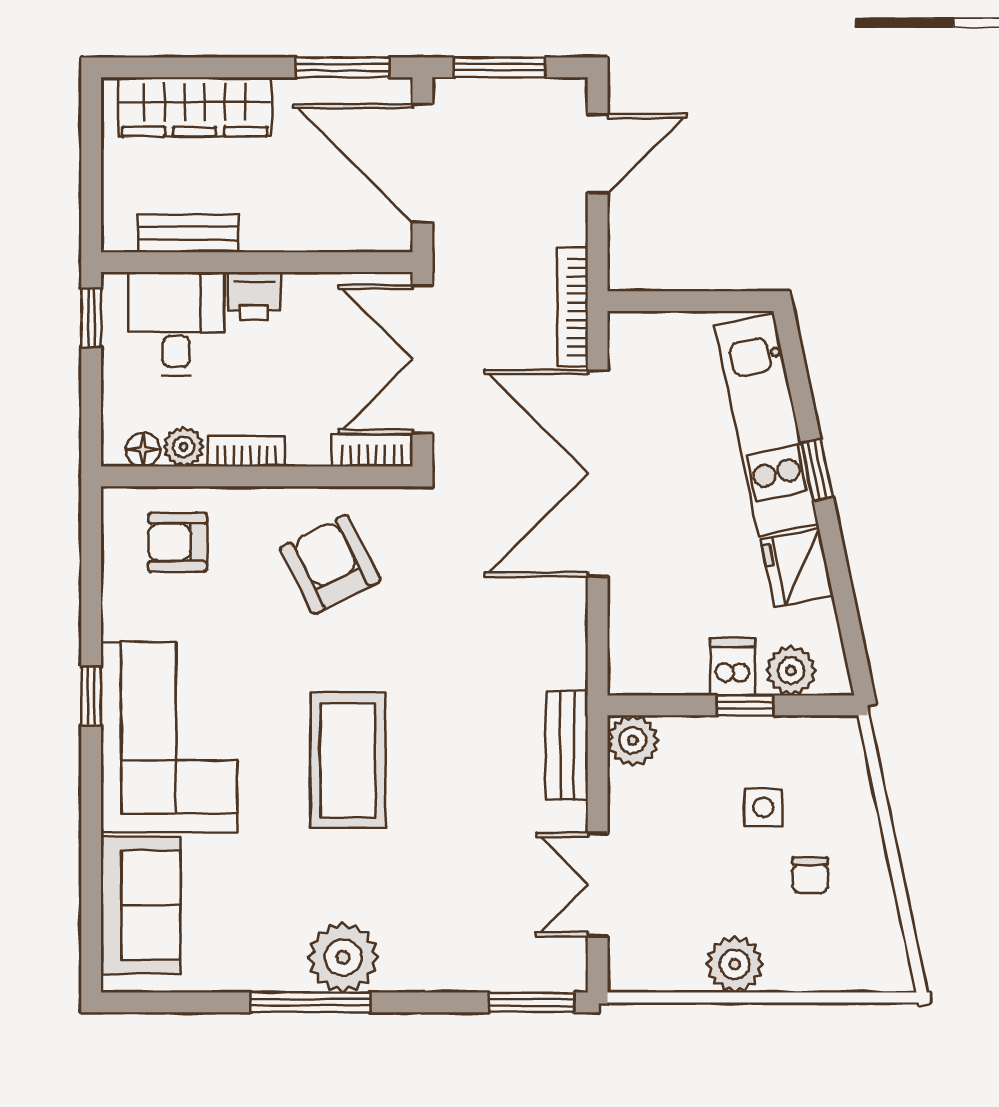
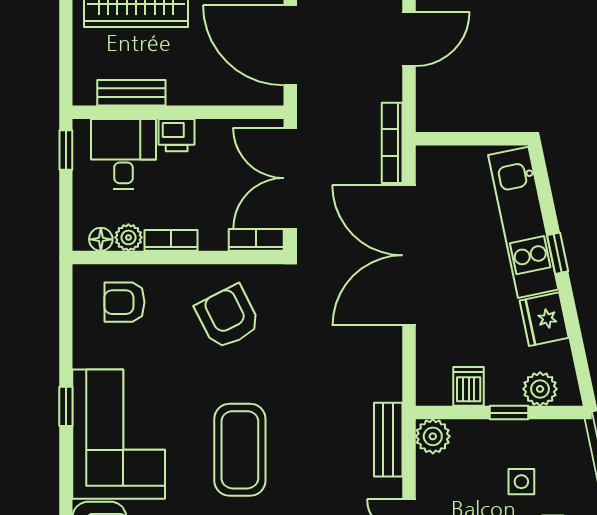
dishwasher: (733, 667) -> (469, 386), moved

